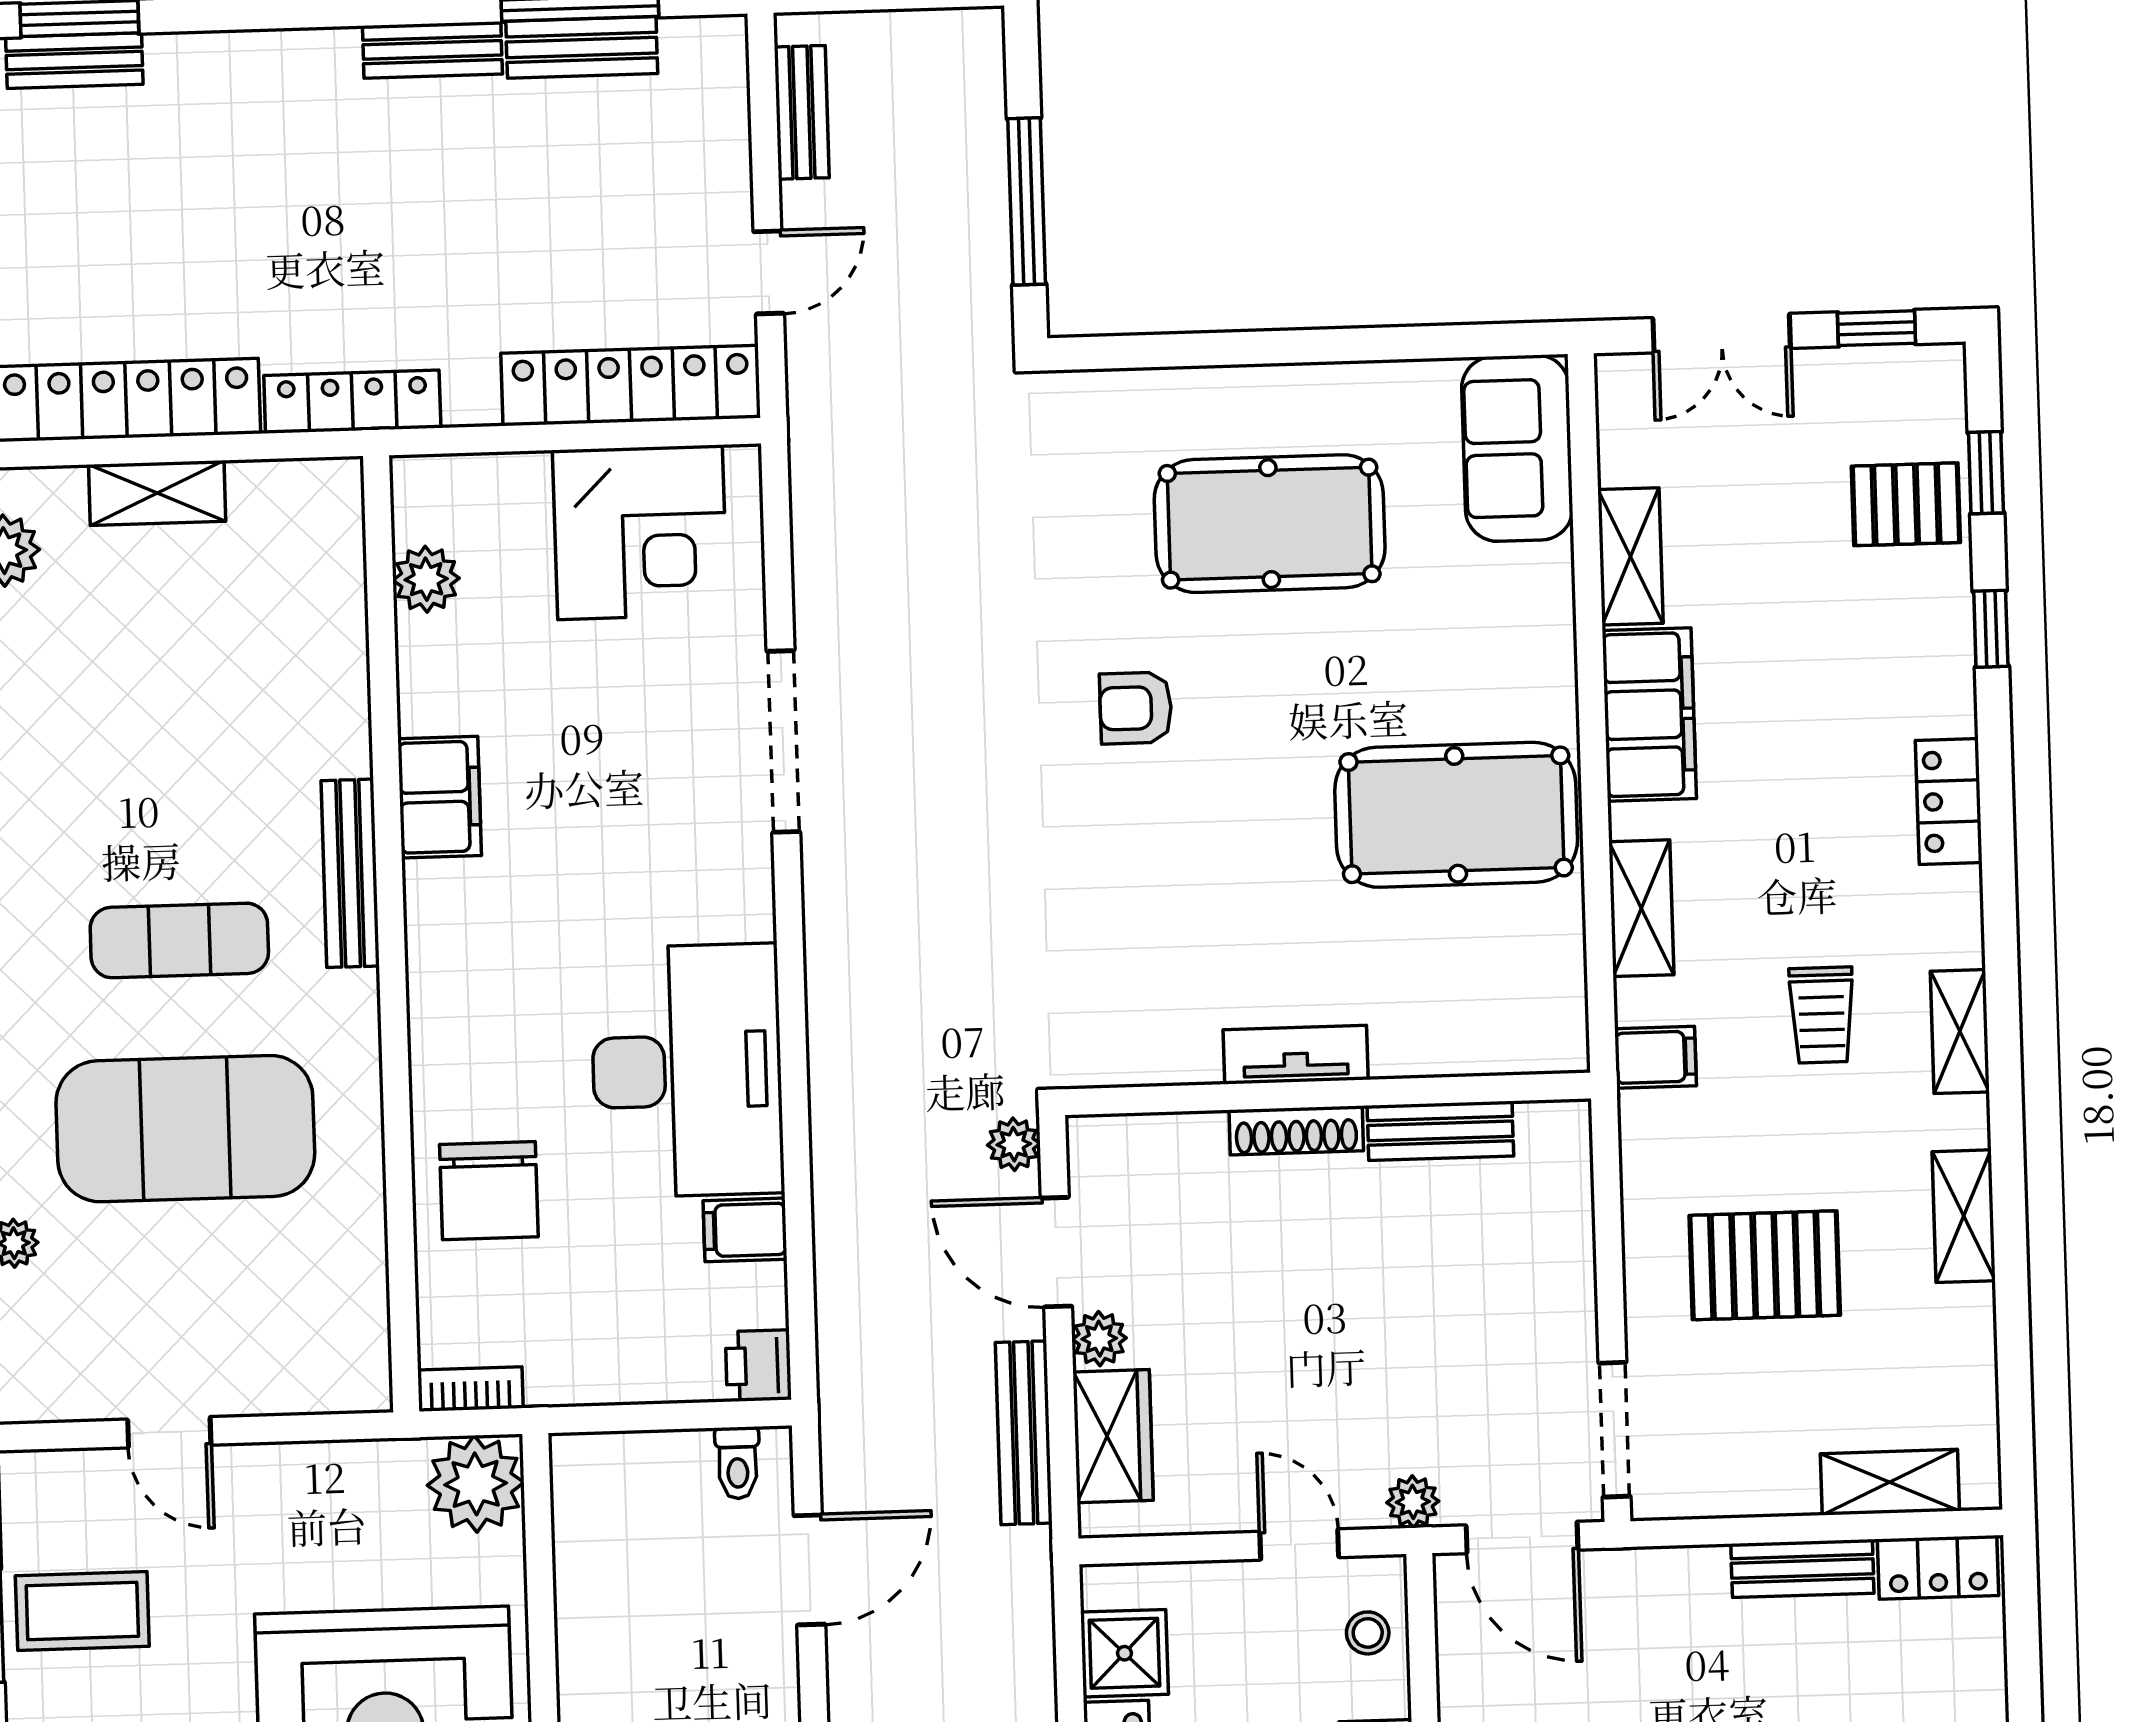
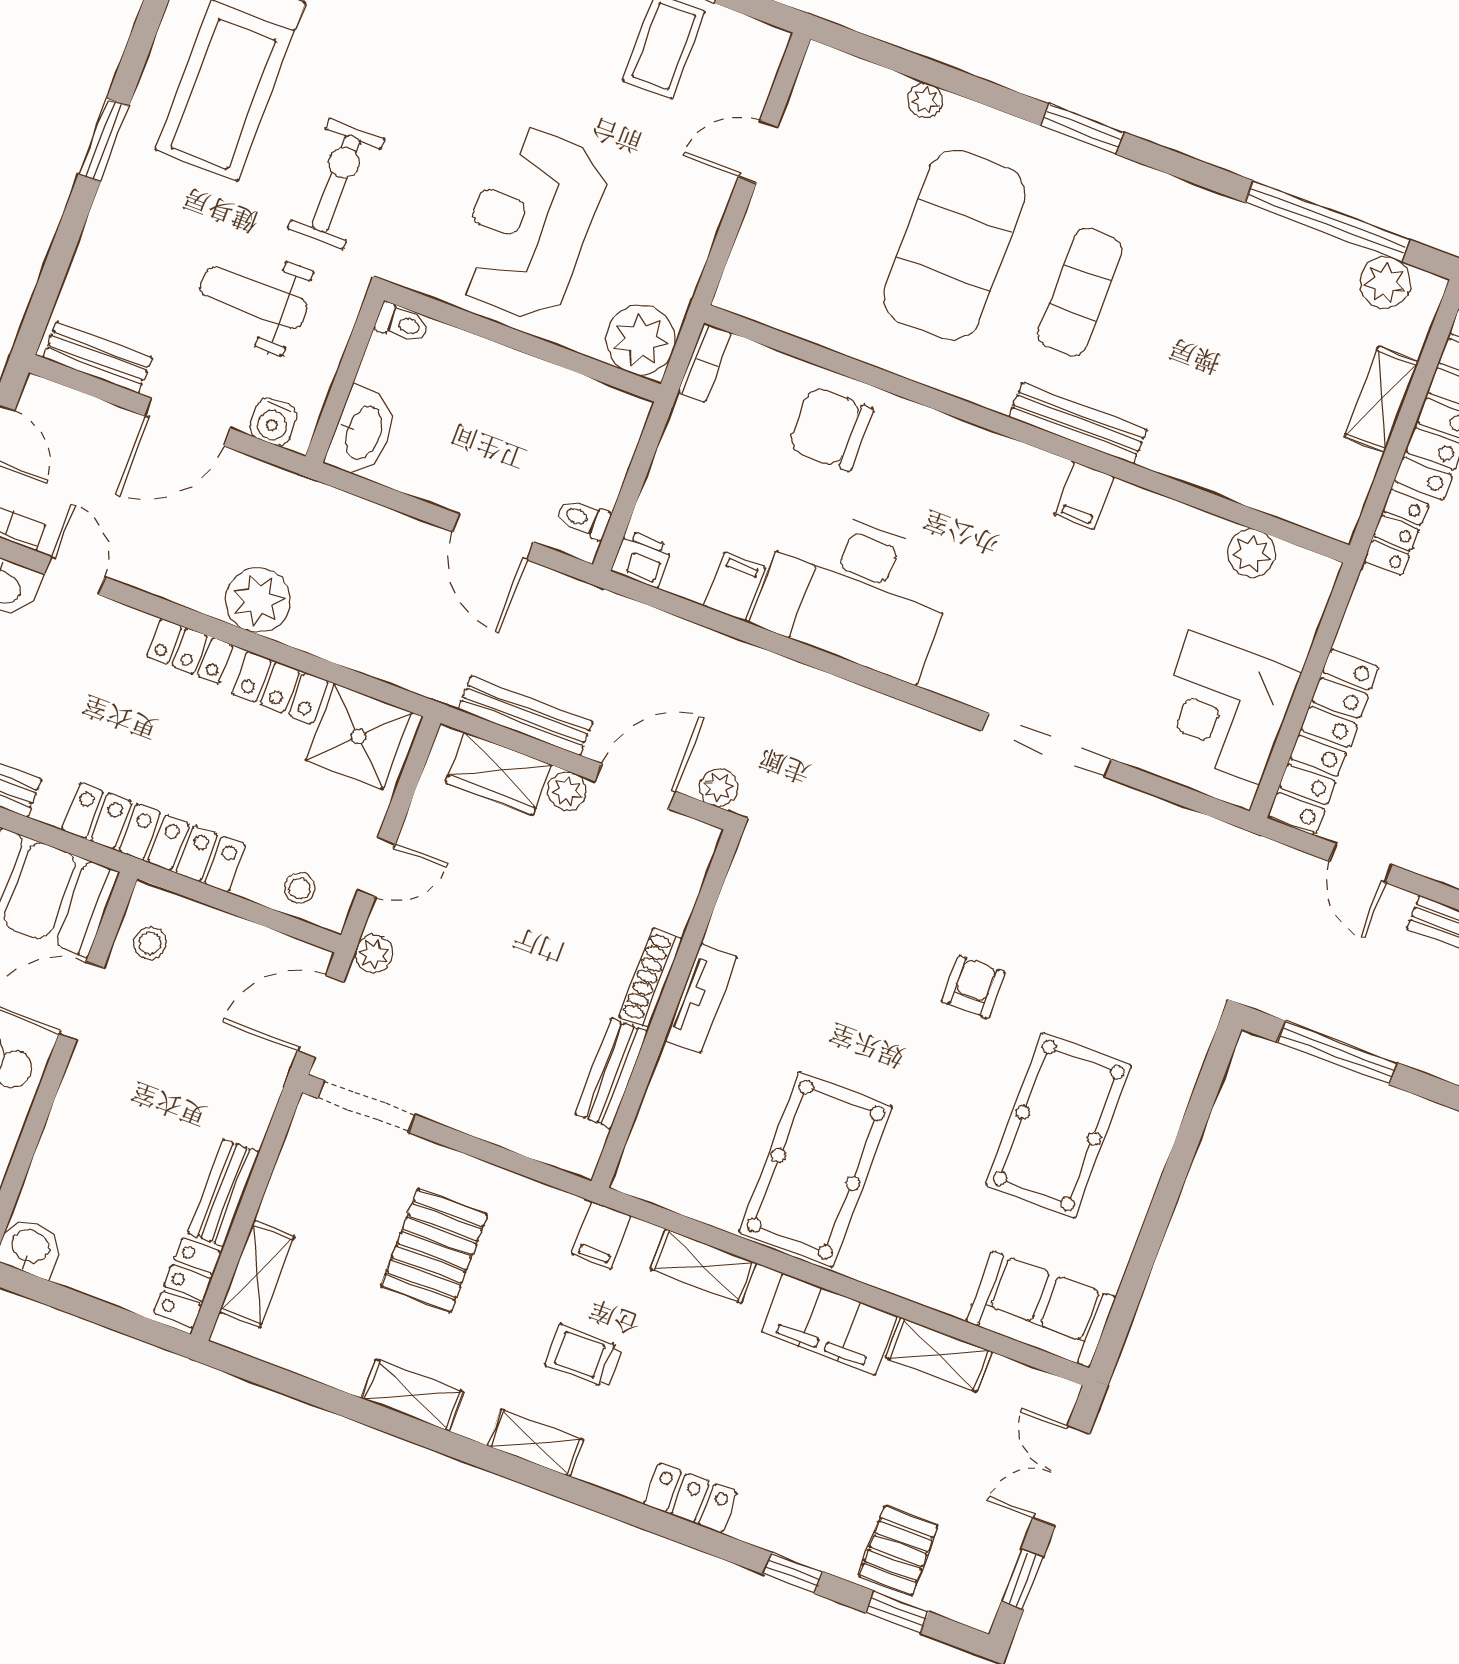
locker: (352, 402) -> (1396, 533), width x0.66
filing cabinet: (440, 797) -> (1084, 496), width x0.50
shower: (1124, 1653) -> (359, 736), width x1.36, depth x1.36

